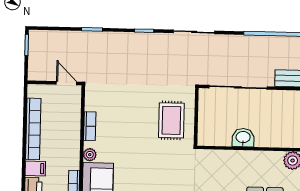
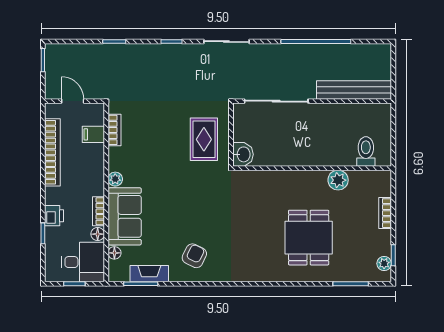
door: (66, 83) -> (73, 101), moved
bookcase: (90, 126) -> (114, 130), moved
washbasin: (243, 138) -> (243, 154), moved, turned 90
filing cabinet: (35, 168) -> (93, 134), moved, turned 180

